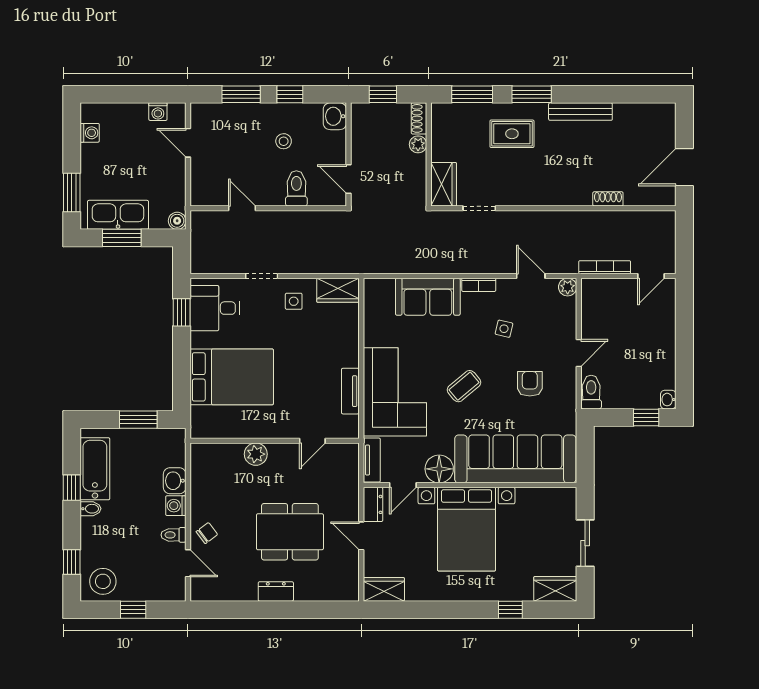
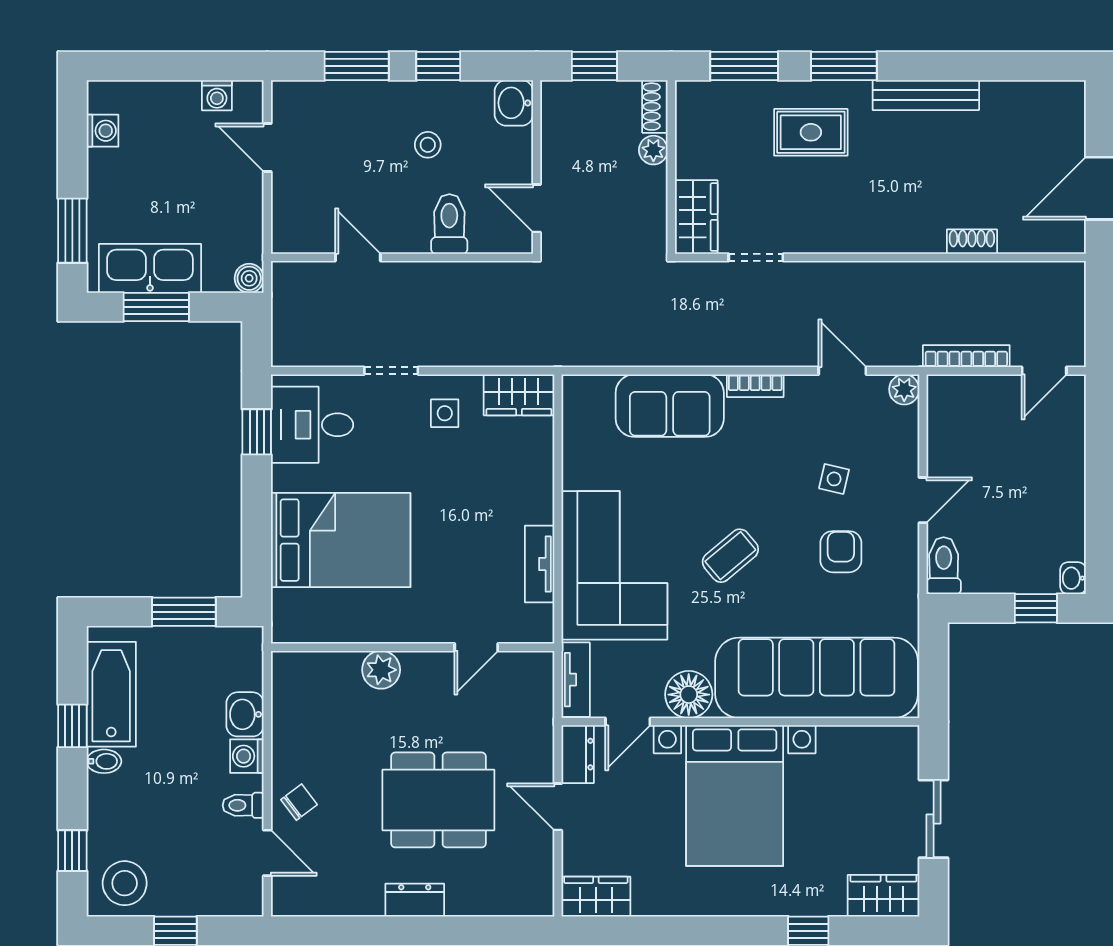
side table: (504, 329) -> (834, 479), moved

